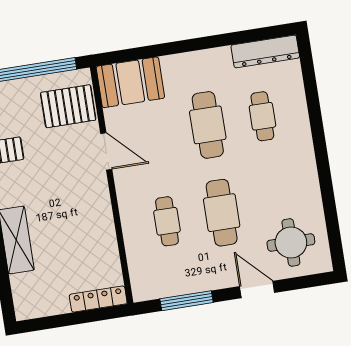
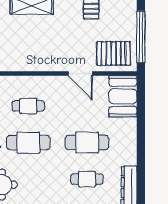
pallet: (68, 106) -> (114, 53), turned 90
door: (106, 151) -> (80, 74), hinge flipped

